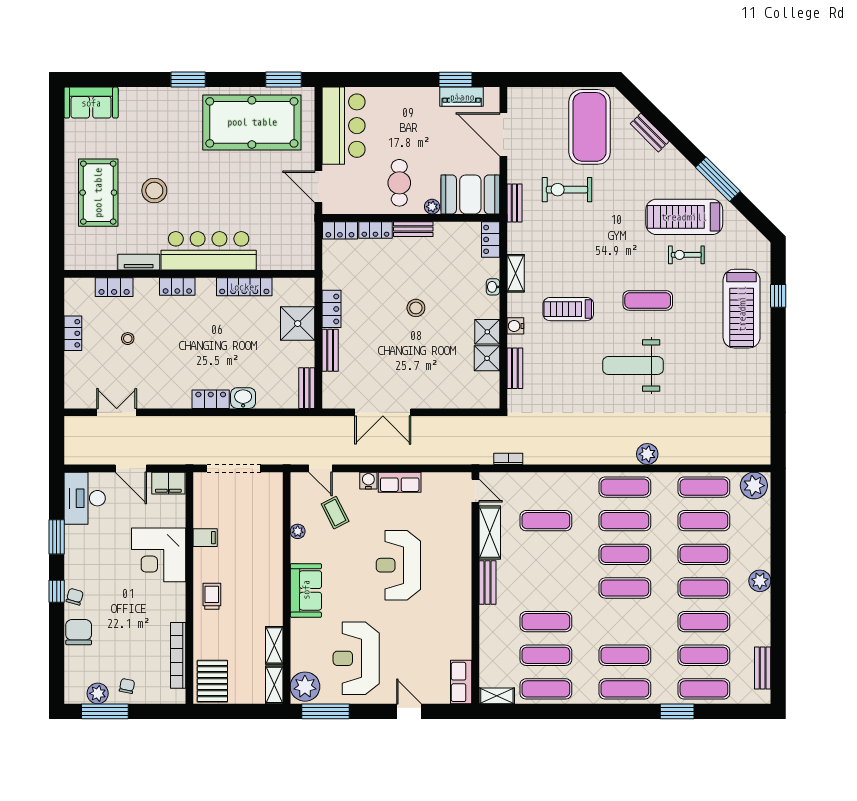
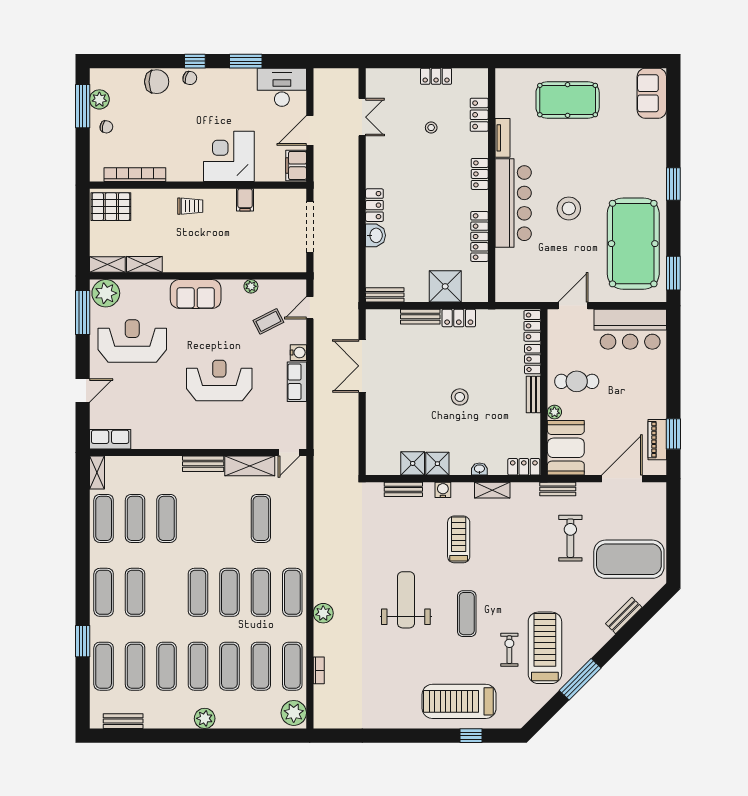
stool: (154, 191) -> (569, 208), moved
bookcase: (508, 459) -> (319, 670), moved

